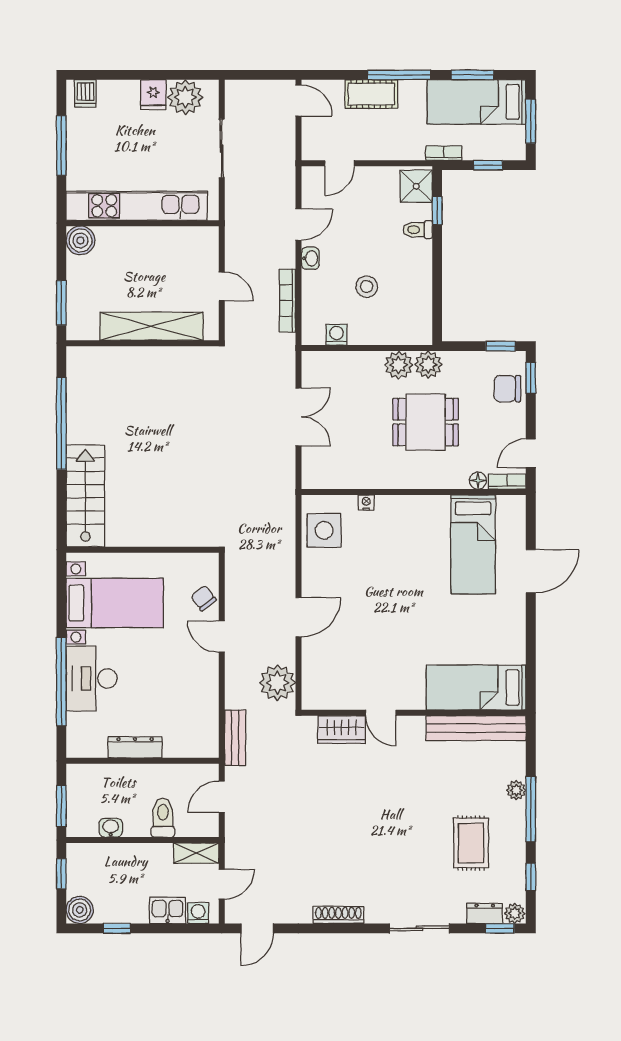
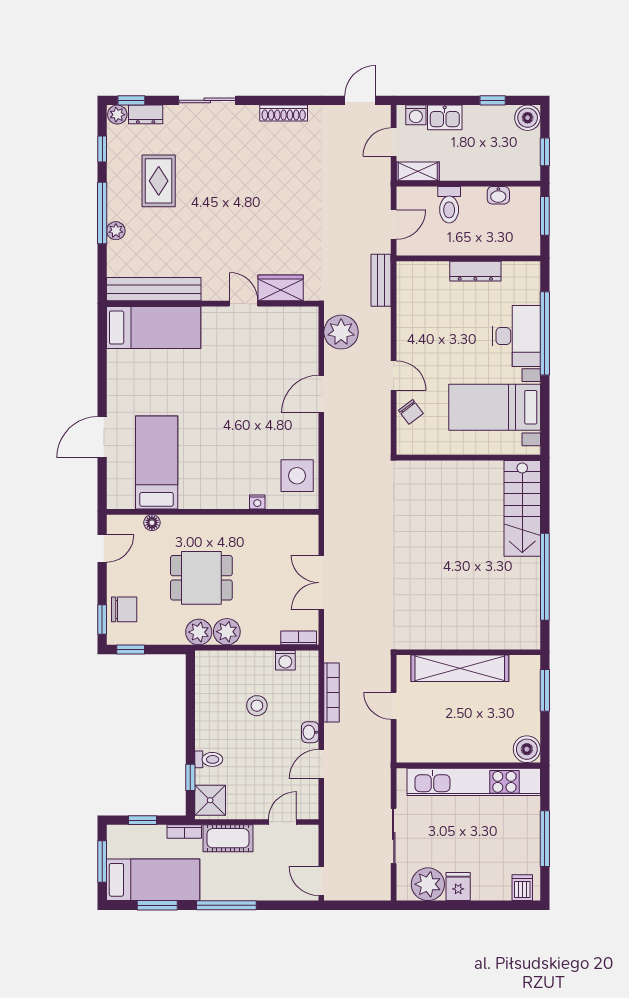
cot: (371, 94) -> (228, 838), moved
bookcase: (507, 482) -> (299, 638), moved, turned 180

